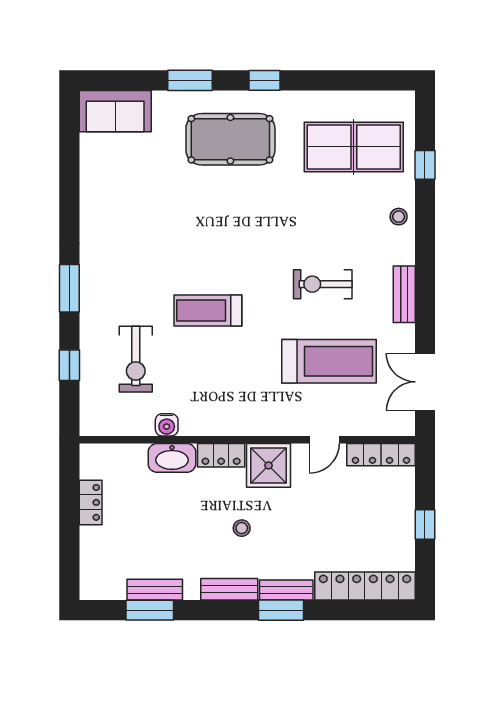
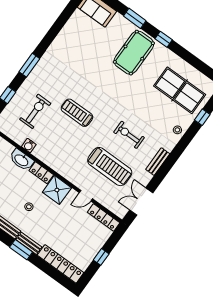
pool table: (230, 139) -> (134, 53), turned 90
exercise bike: (136, 359) -> (35, 111), turned 180

